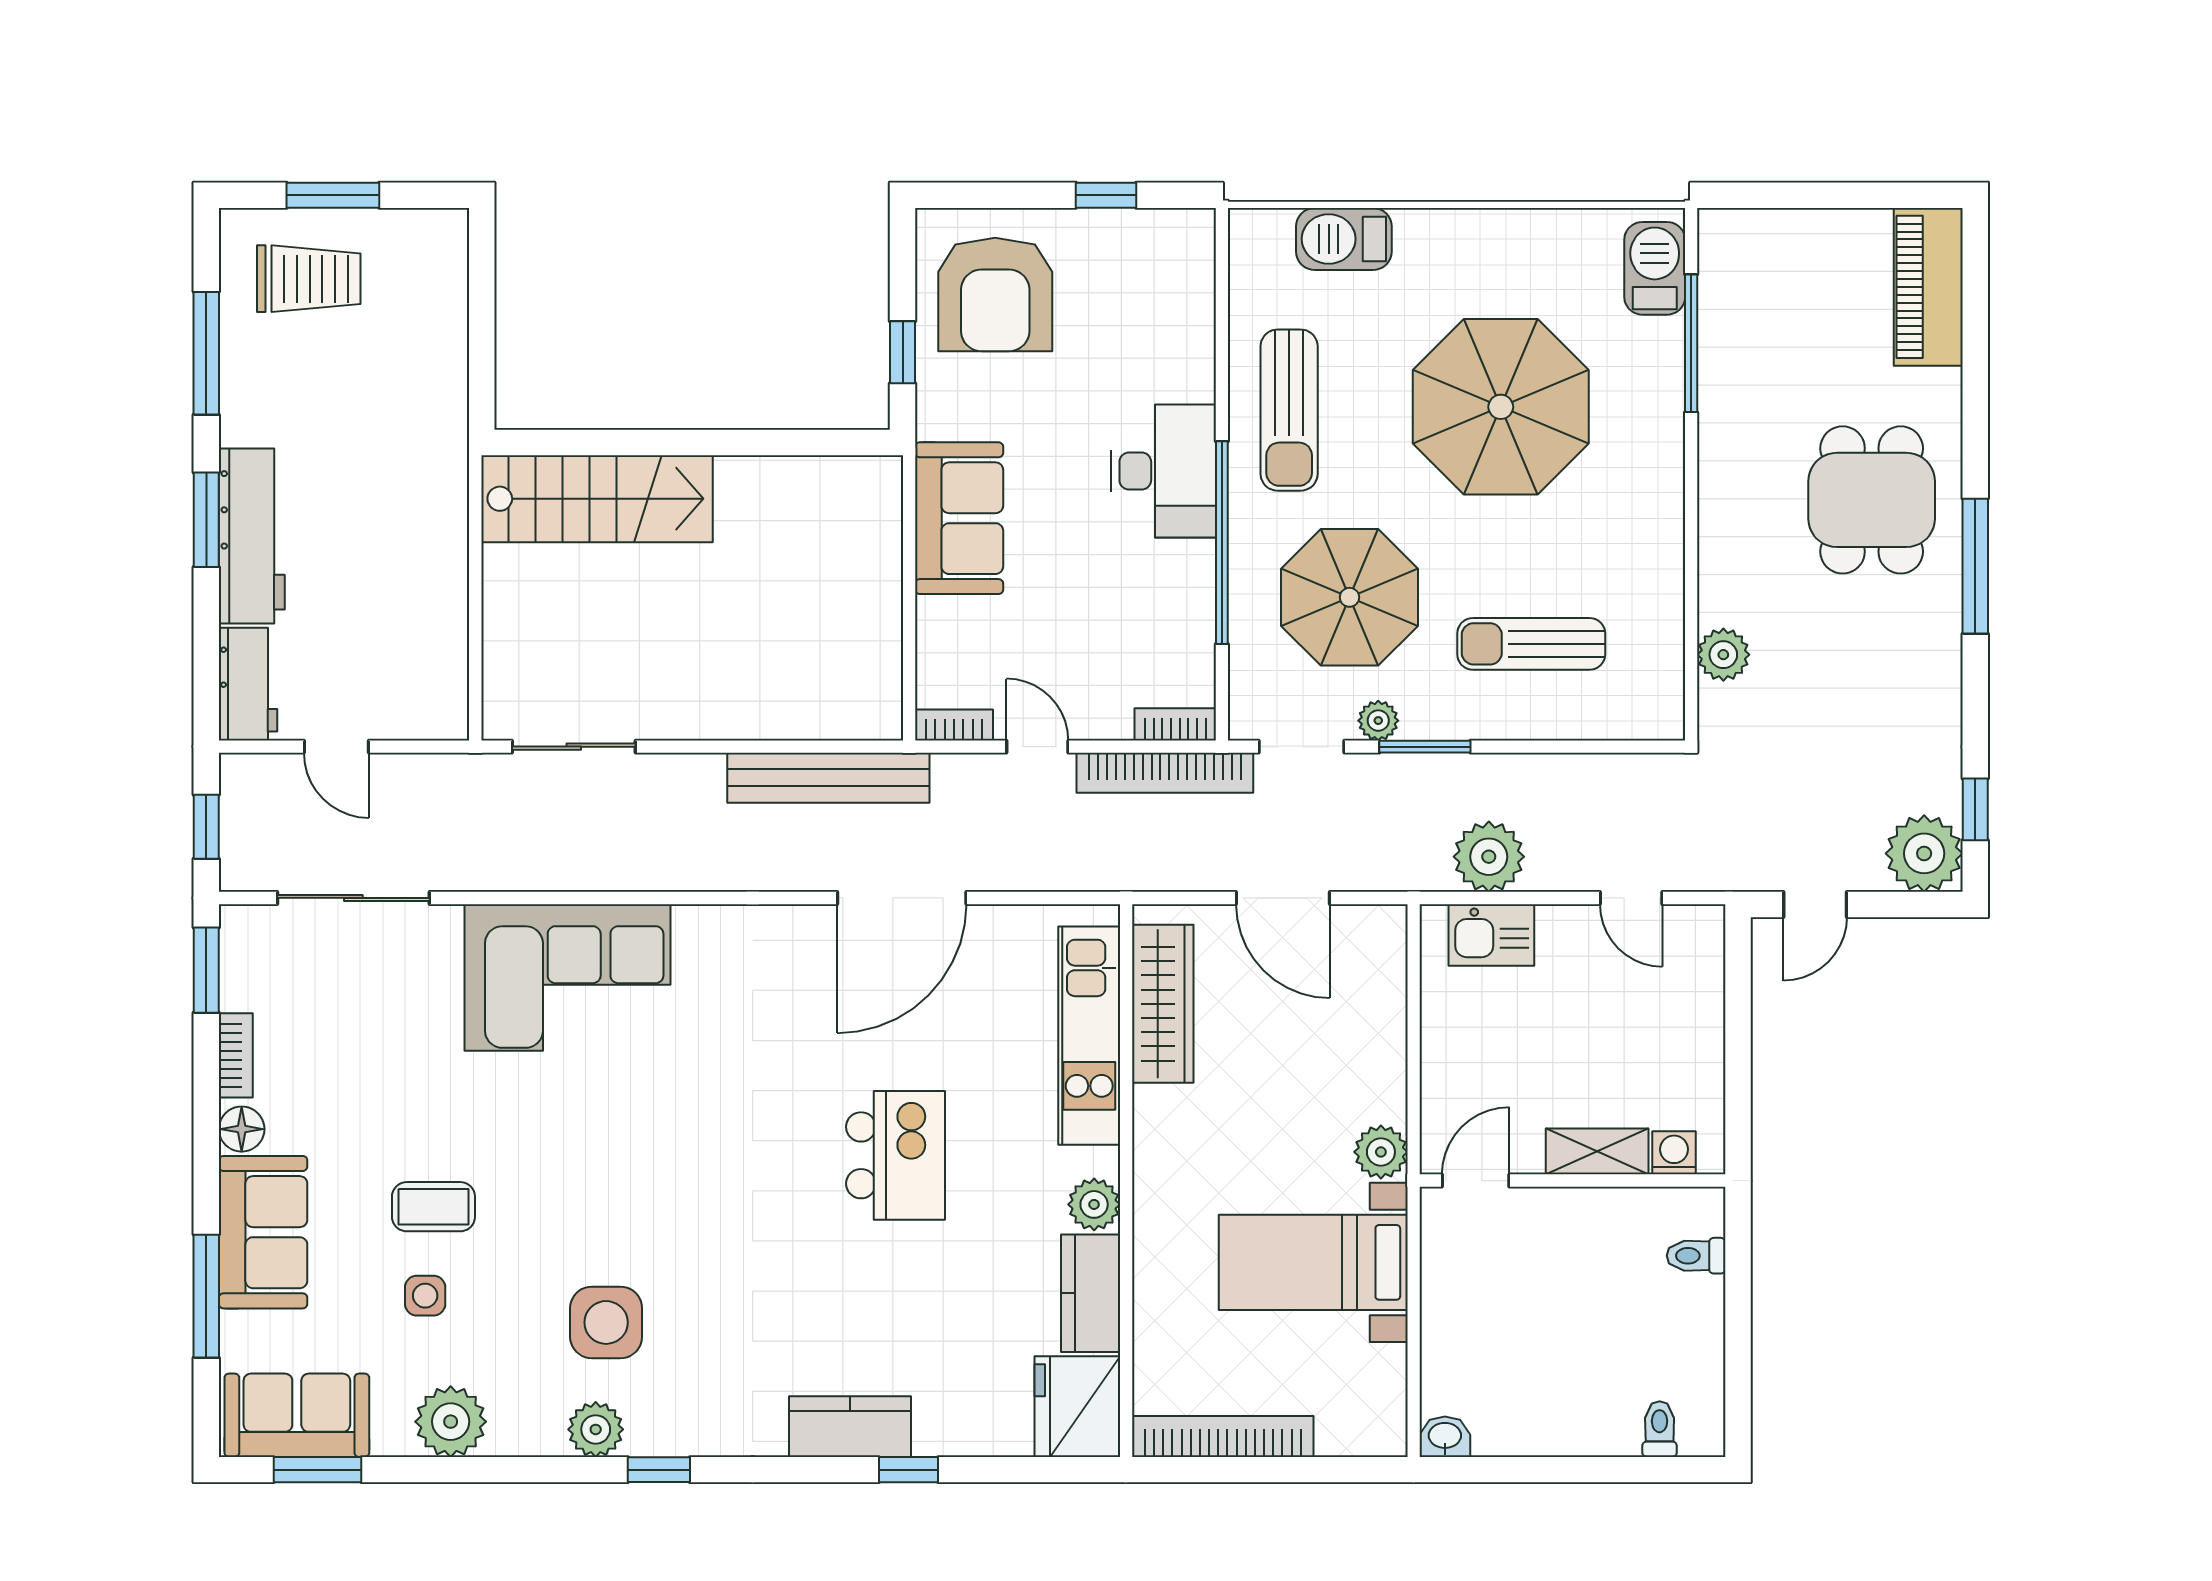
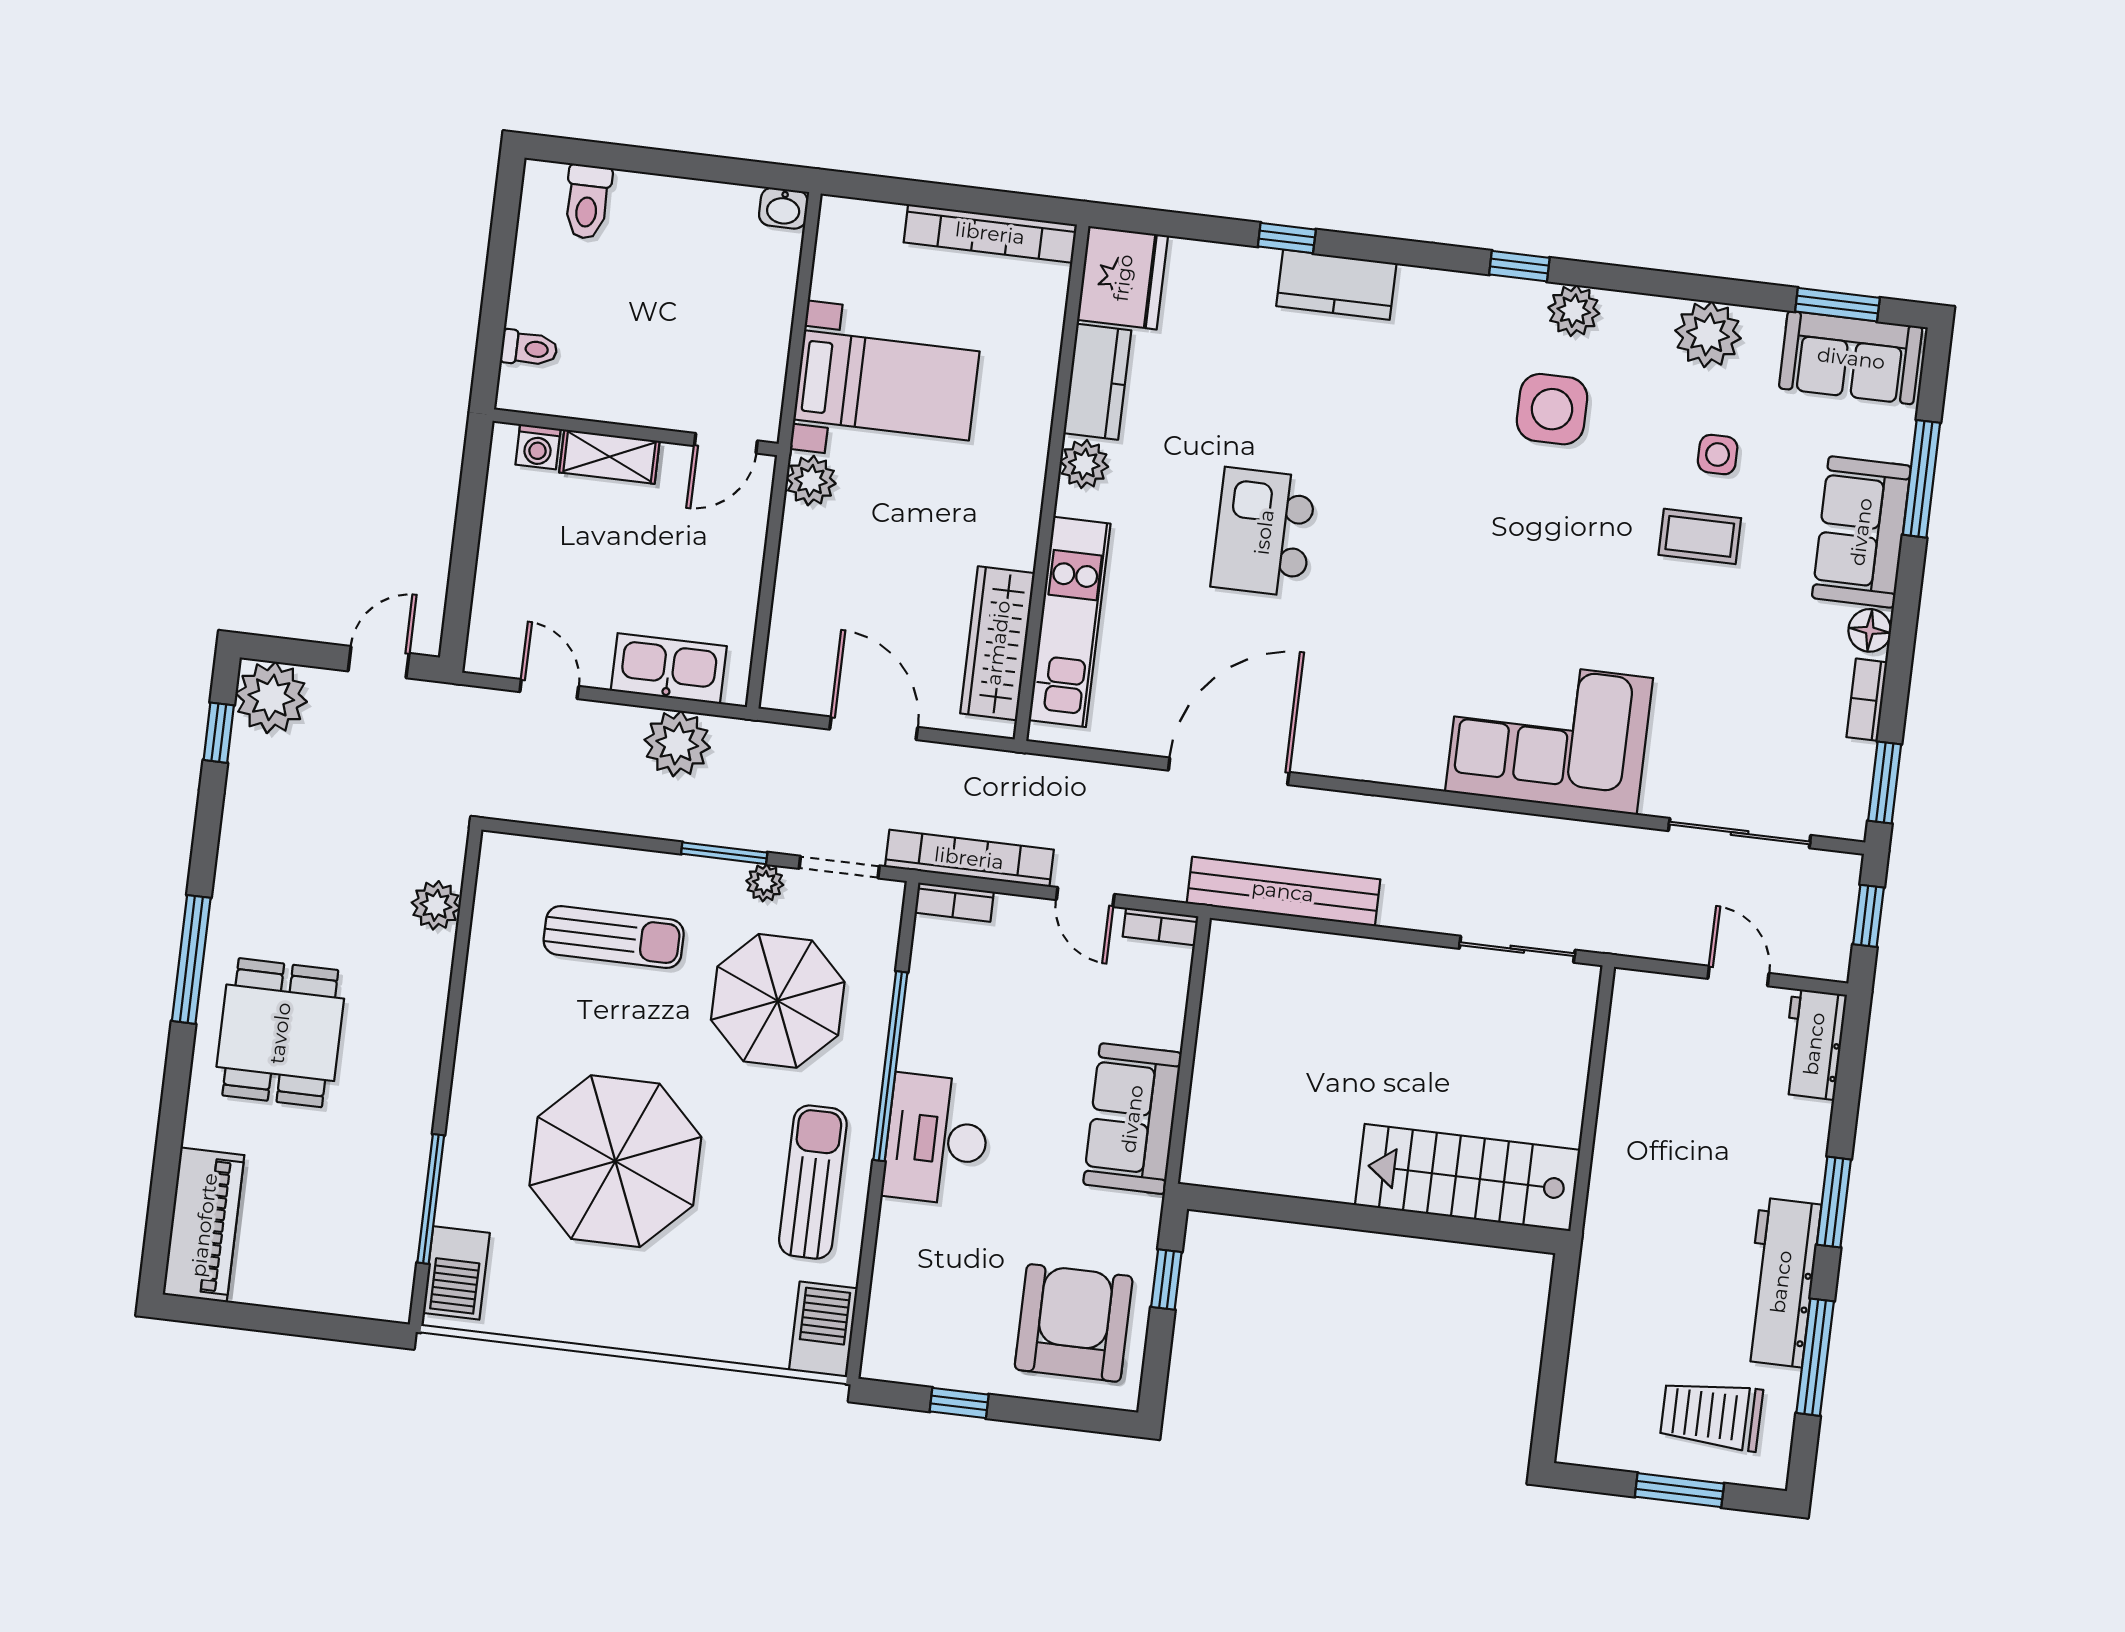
barbecue: (1344, 239) -> (823, 1329), moved, turned -90
workbench: (252, 536) -> (1781, 1282), moved
kitchen sink: (1491, 935) -> (669, 668), width x1.38
toilet: (1660, 1429) -> (587, 202), width x1.37, depth x1.39

